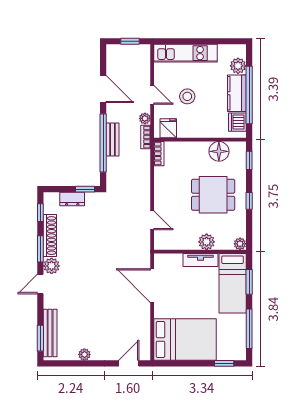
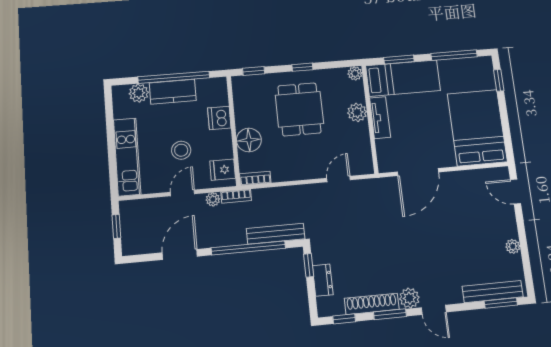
dishwasher: (237, 122) -> (219, 118), moved, turned 90
bench: (113, 140) -> (276, 234), moved, width x1.36
floor lamp: (219, 151) -> (249, 140), moved

